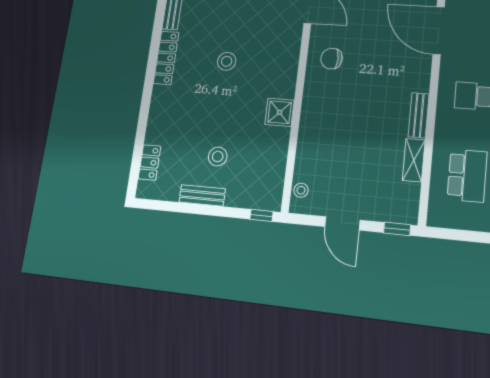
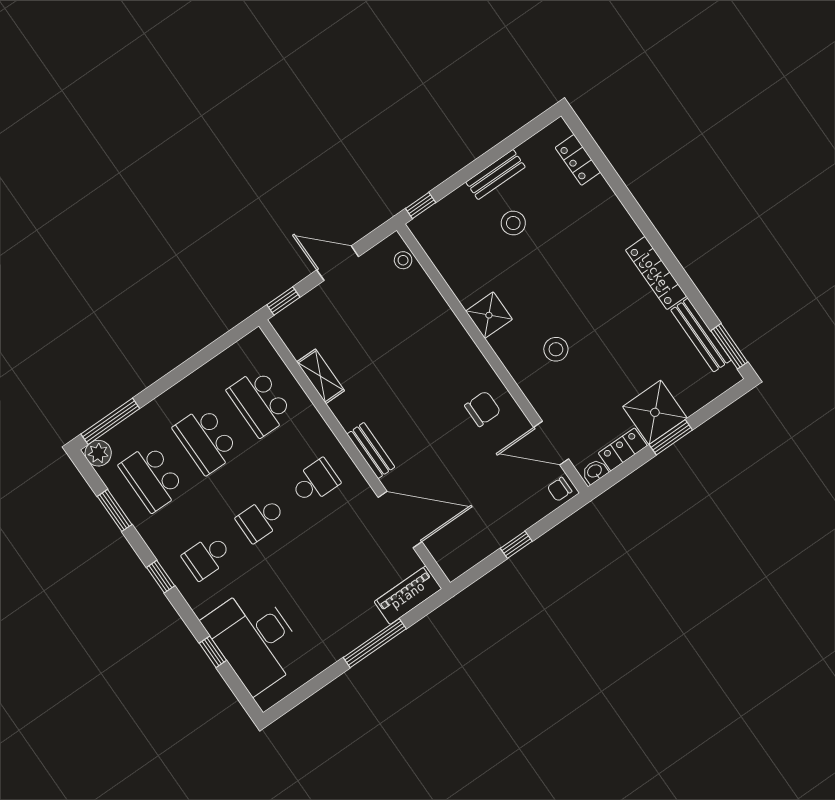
stool: (227, 61) -> (556, 349), moved
bench: (419, 115) -> (371, 451), moved

